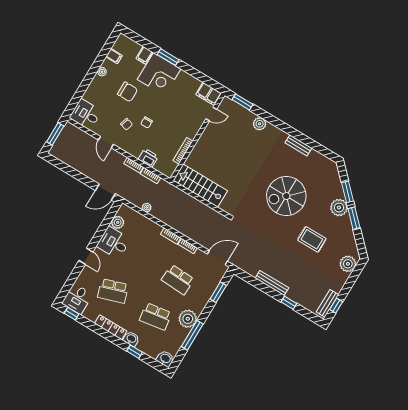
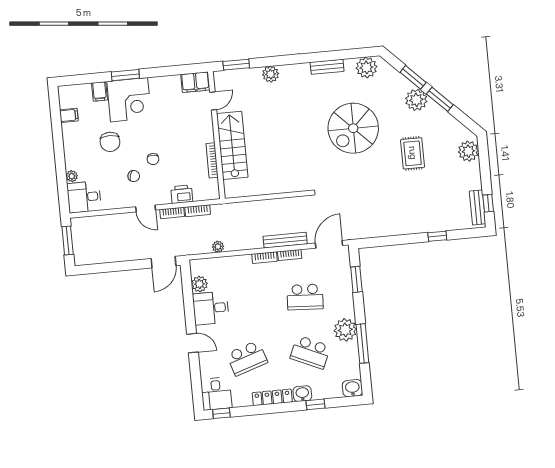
plant: (102, 72) -> (72, 176), moved
chair: (128, 92) -> (110, 142), turned 90
door: (106, 142) -> (146, 208), moved
plant: (323, 164) -> (366, 67), added
stairs: (200, 186) -> (232, 145), moved, turned 90
rug: (312, 239) -> (413, 153), turned 90
bench: (272, 283) -> (285, 240), moved
school desk: (155, 317) -> (310, 352), turned 33

